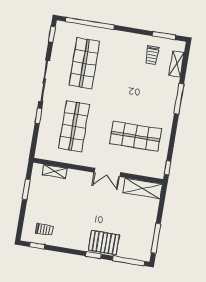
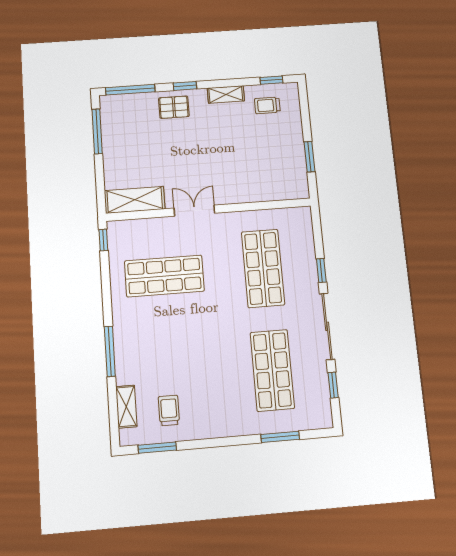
window: (90, 23) -> (280, 437), width x0.47
window: (52, 34) -> (333, 385), moved
shelving: (55, 172) -> (226, 94), moved
pallet: (104, 243) -> (174, 107), width x0.67, depth x0.71

